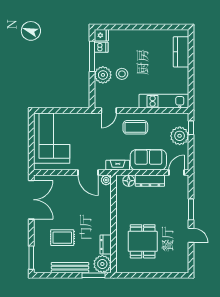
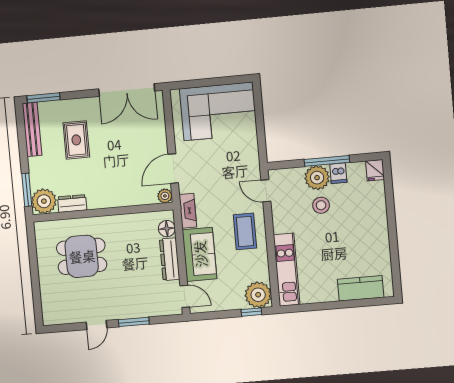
dishwasher: (101, 47) -> (338, 173), moved
window: (92, 56) -> (327, 161), moved
plant: (180, 136) -> (258, 295), moved
bench: (70, 268) -> (32, 129), moved

